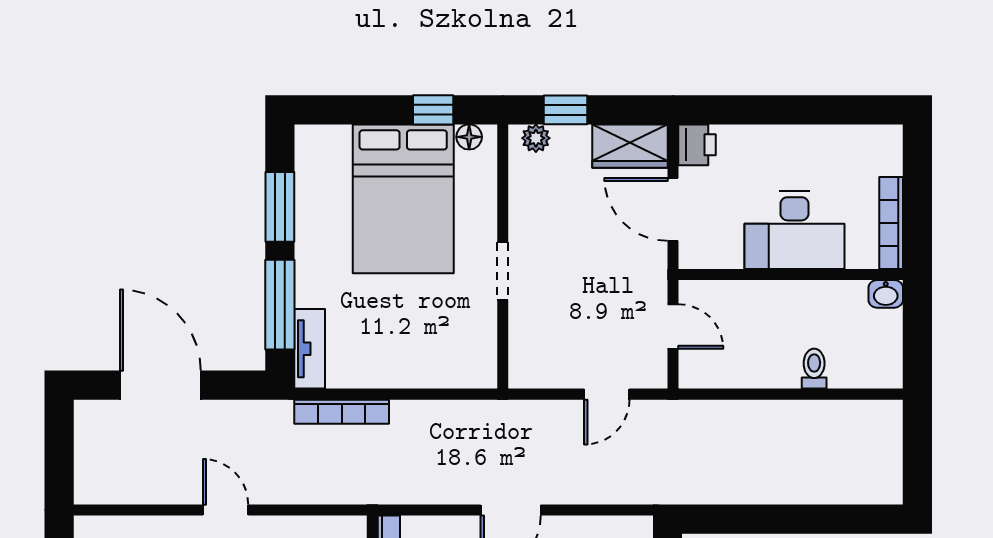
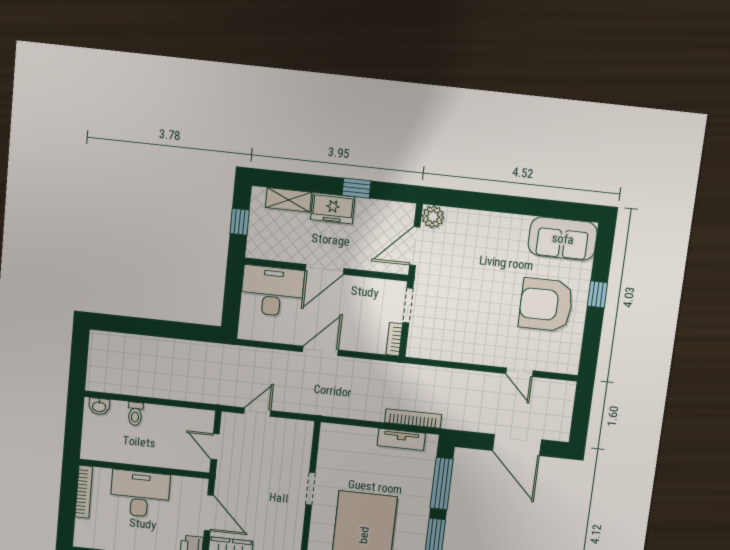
washbasin: (886, 294) -> (99, 406), moved, turned 180
tv unit: (310, 349) -> (401, 439), moved, turned -90
door: (226, 510) -> (519, 372), moved

